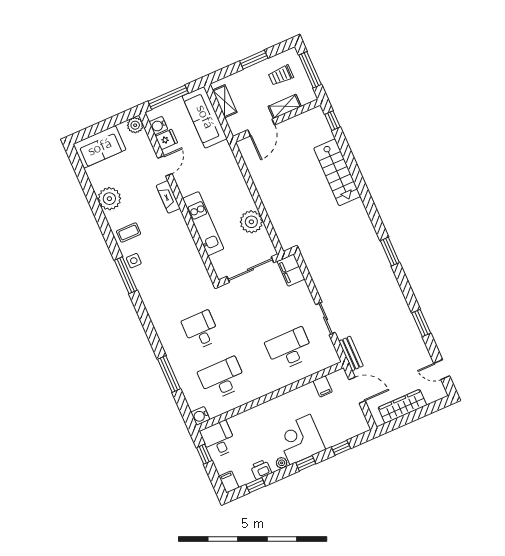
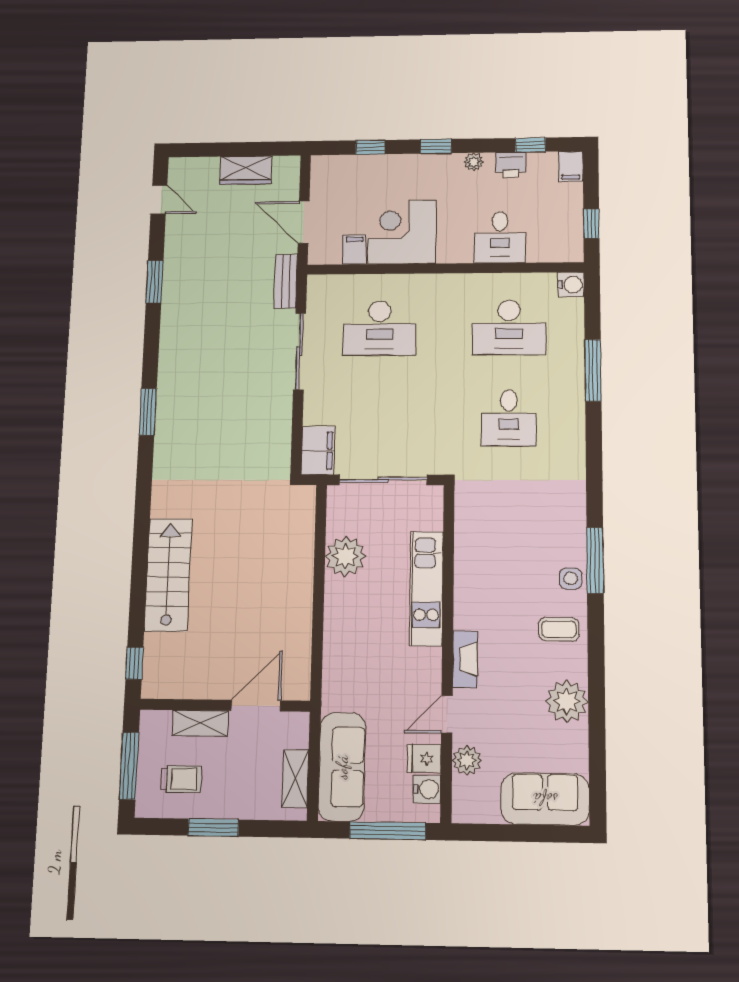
plant: (135, 125) -> (467, 760), moved
sliding door: (326, 318) -> (300, 351), width x1.37
wardrobe: (402, 406) -> (246, 170), width x0.67
desk: (219, 439) -> (500, 237), moved
corner desk: (300, 440) -> (402, 232), moved, turned 180

